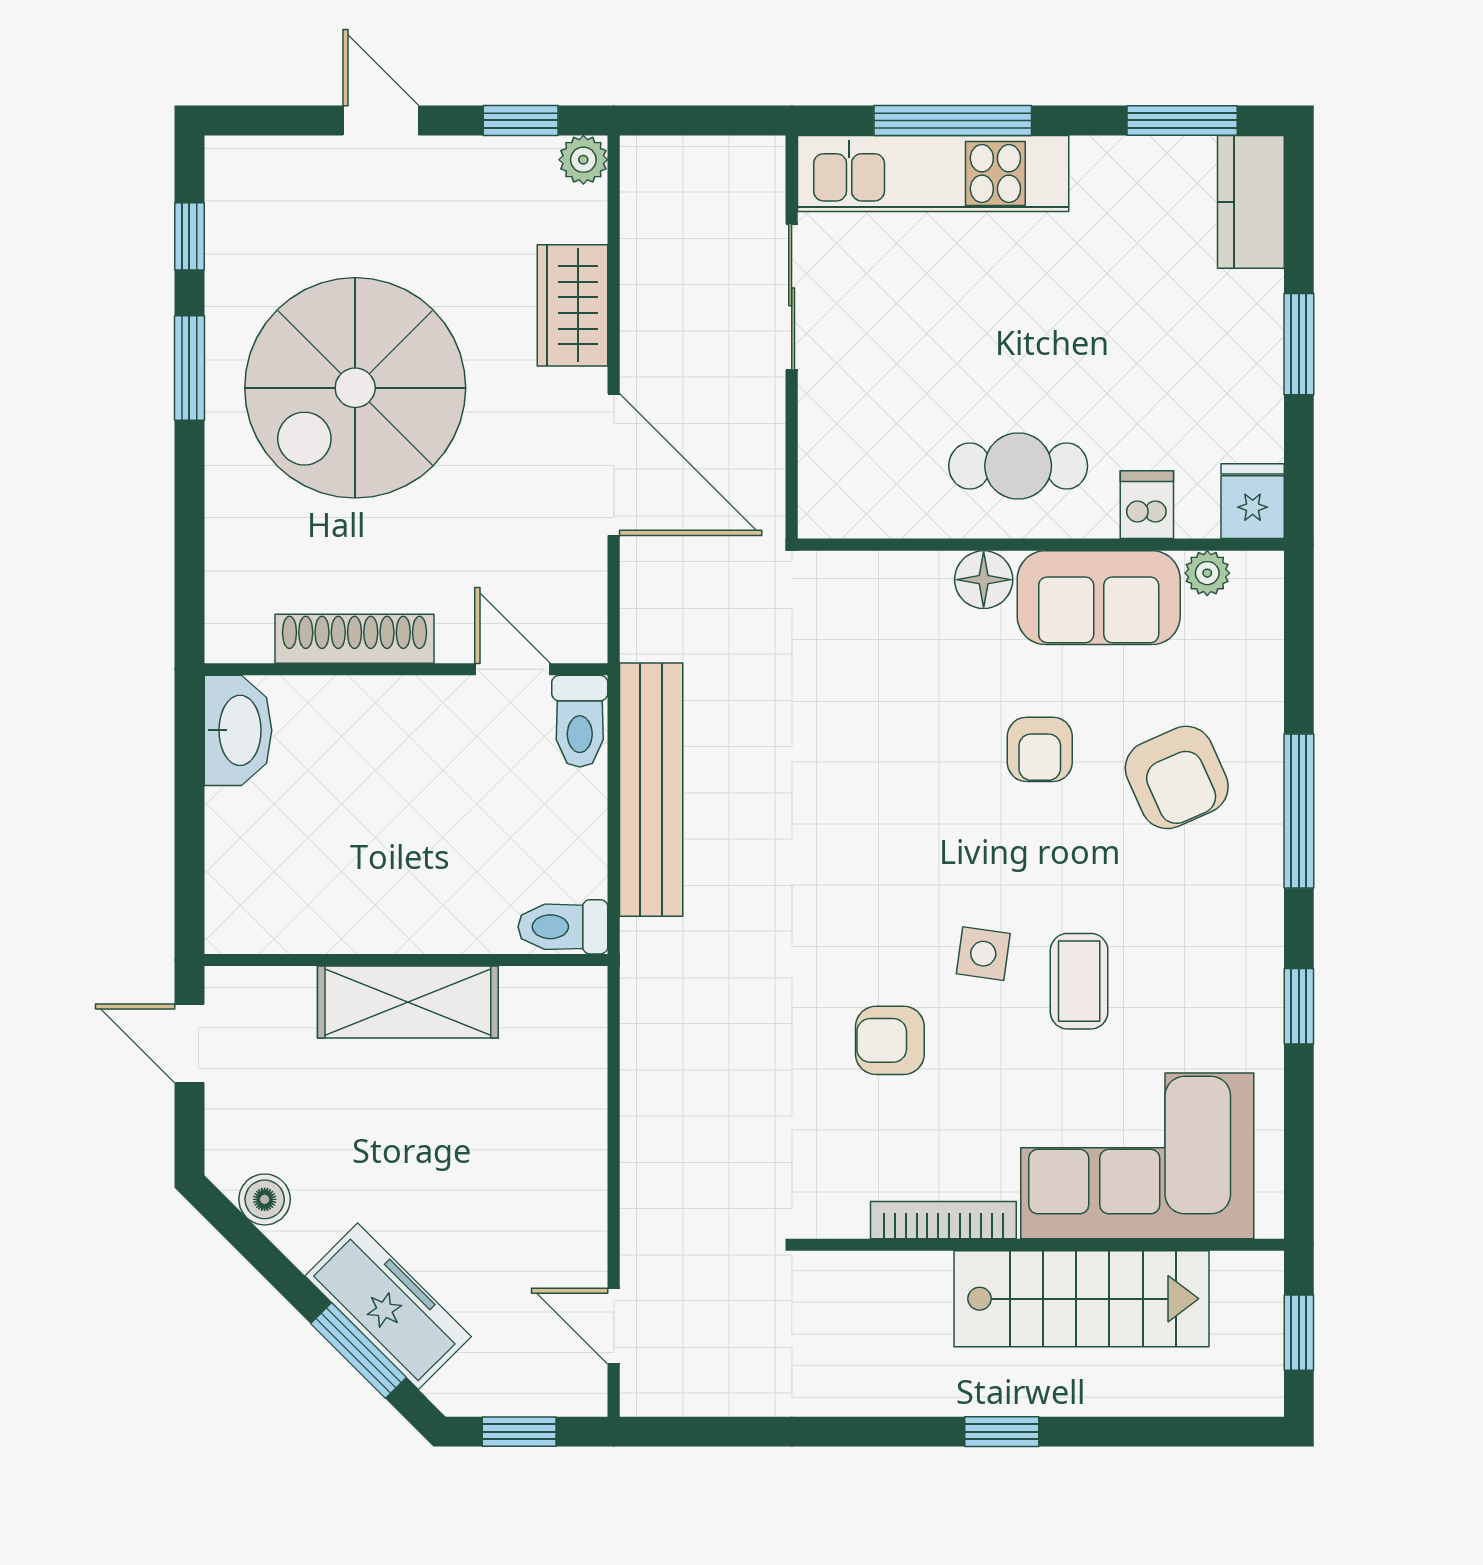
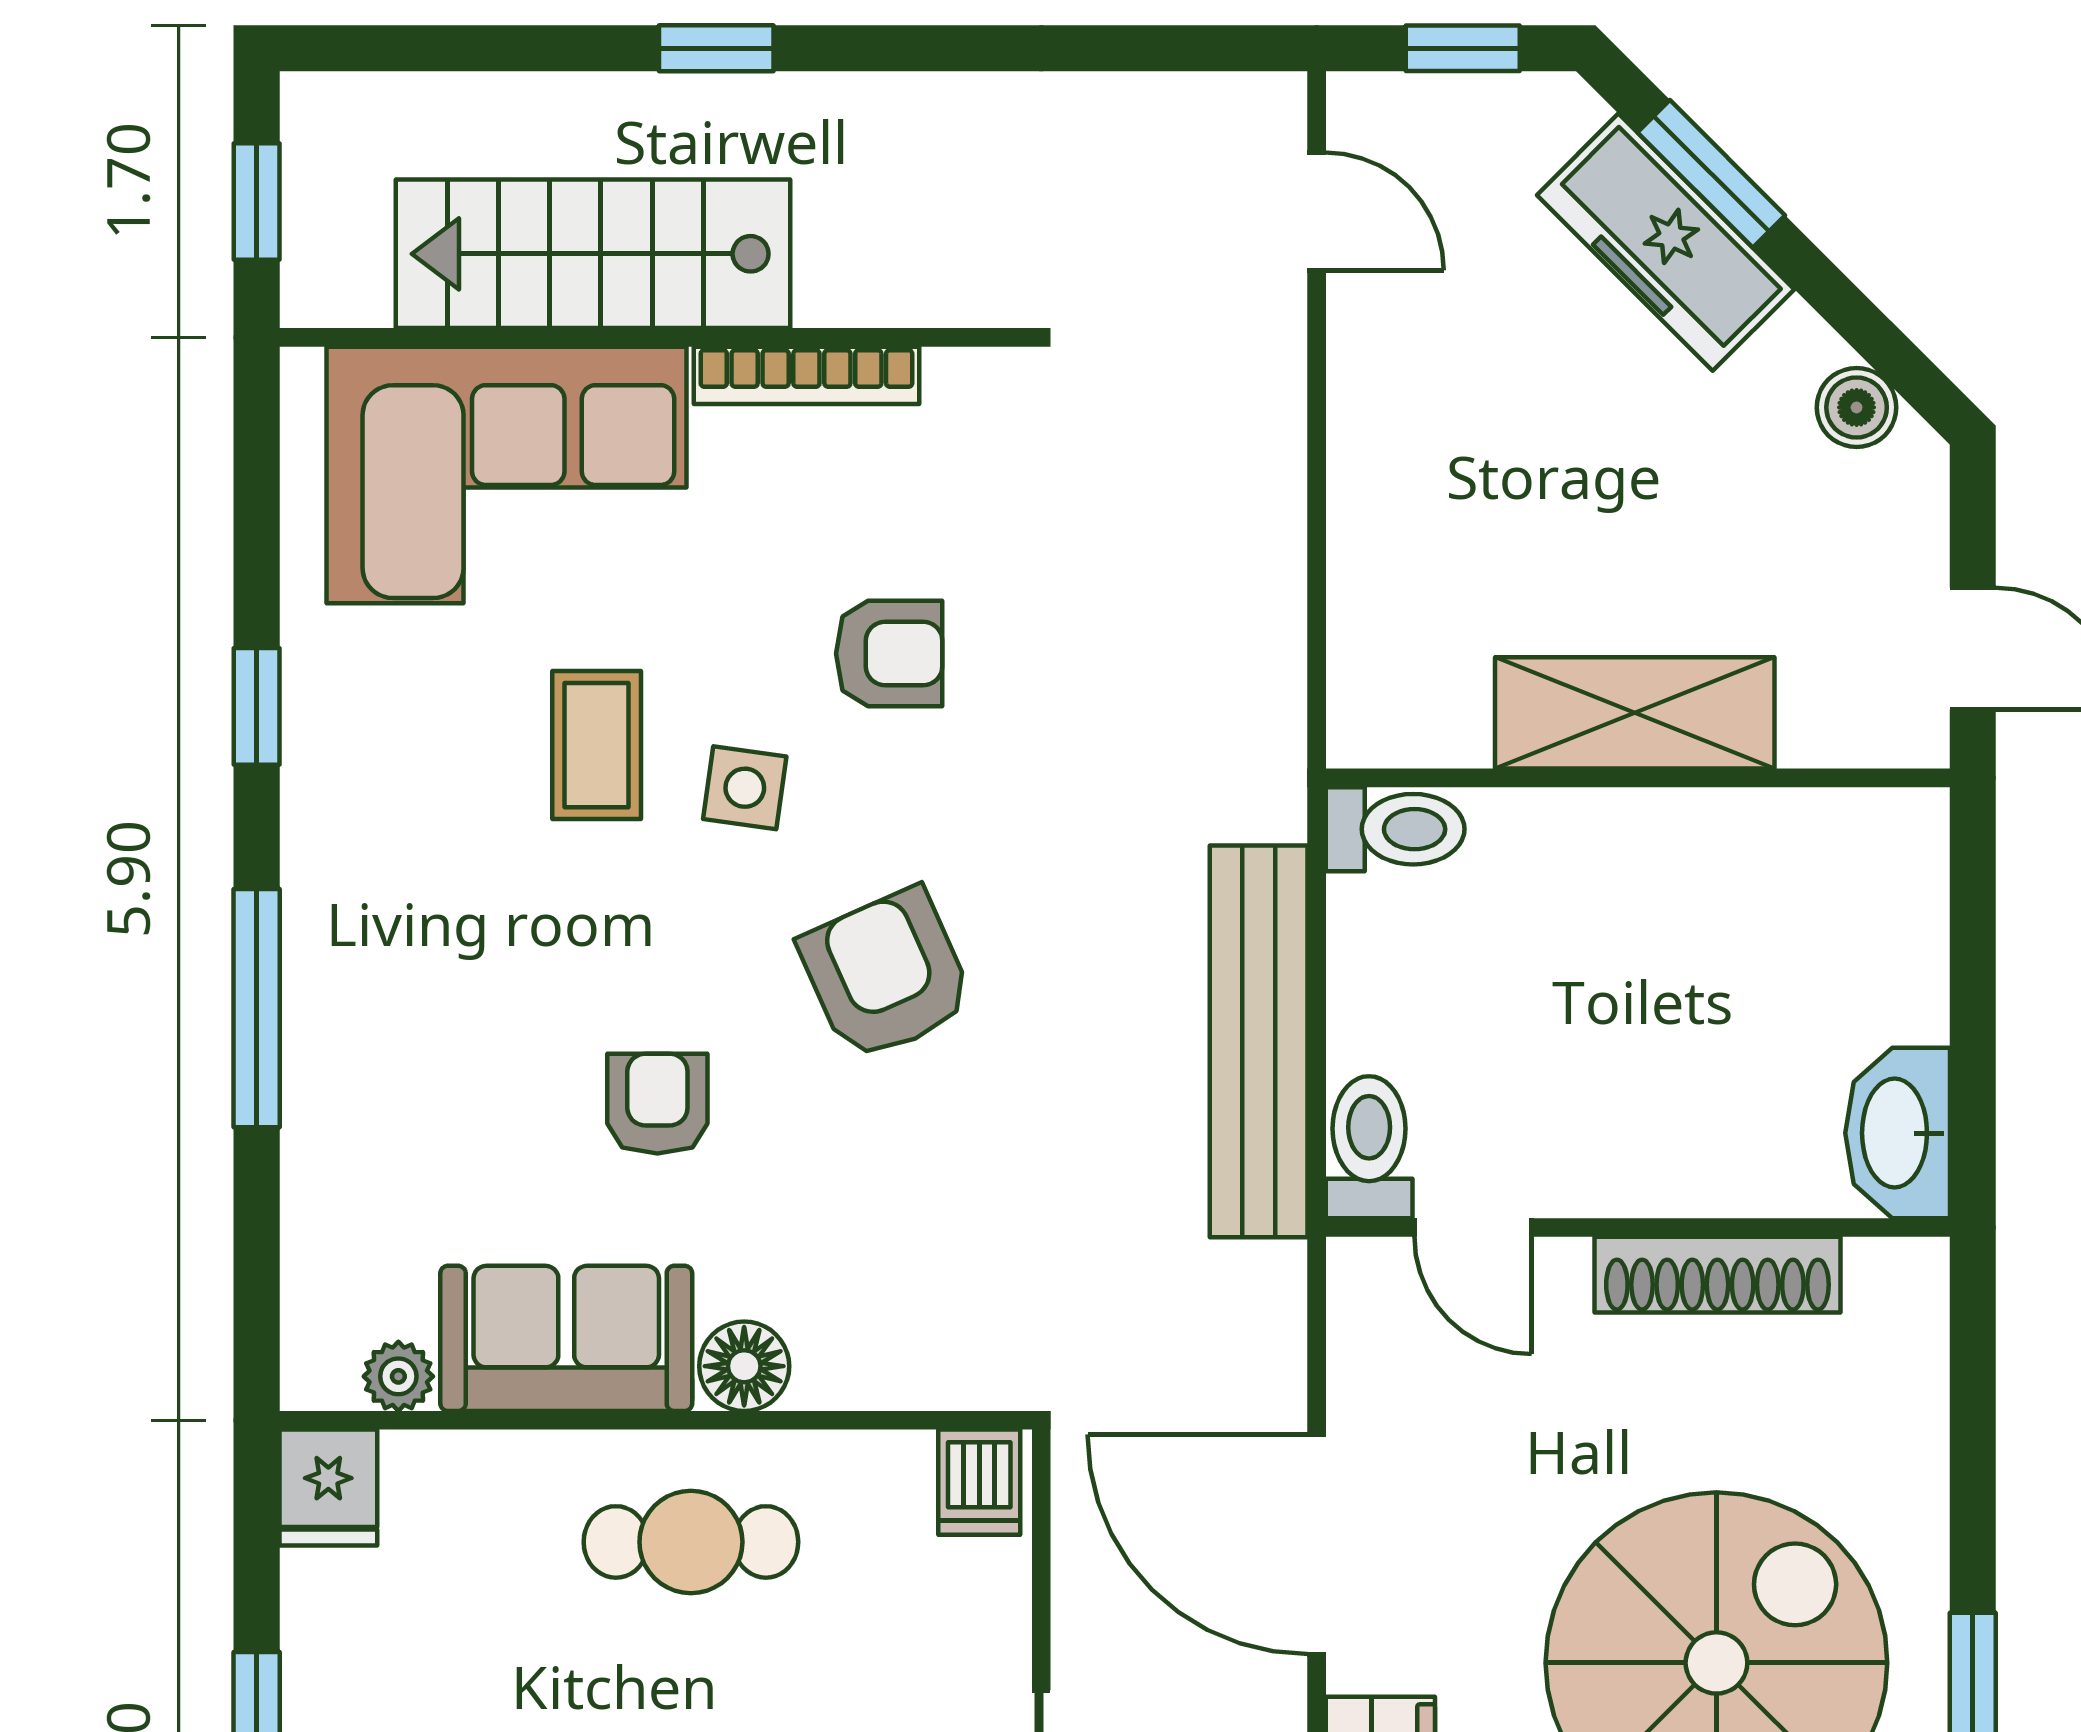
dishwasher: (1147, 505) -> (979, 1482), moved
armchair: (1177, 777) -> (886, 975), moved

